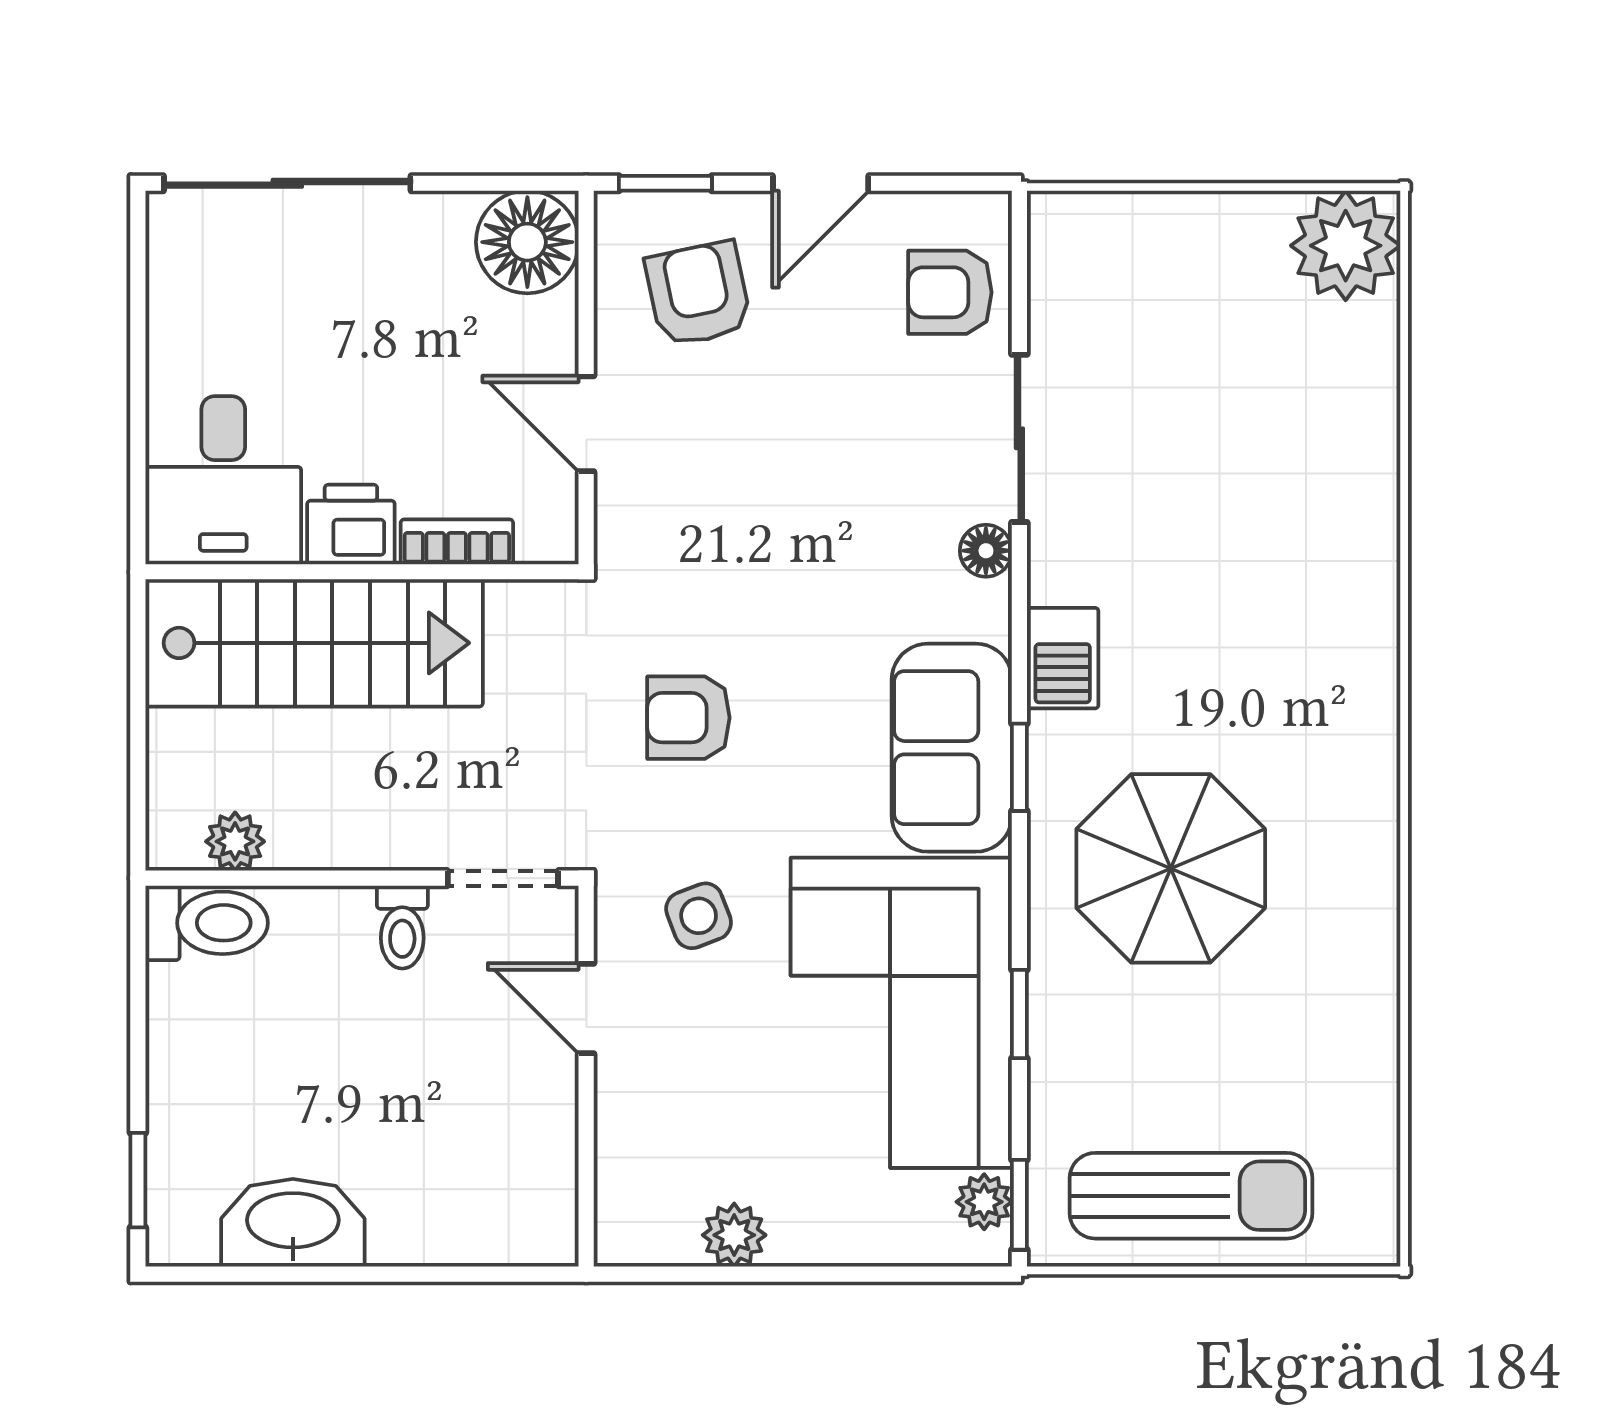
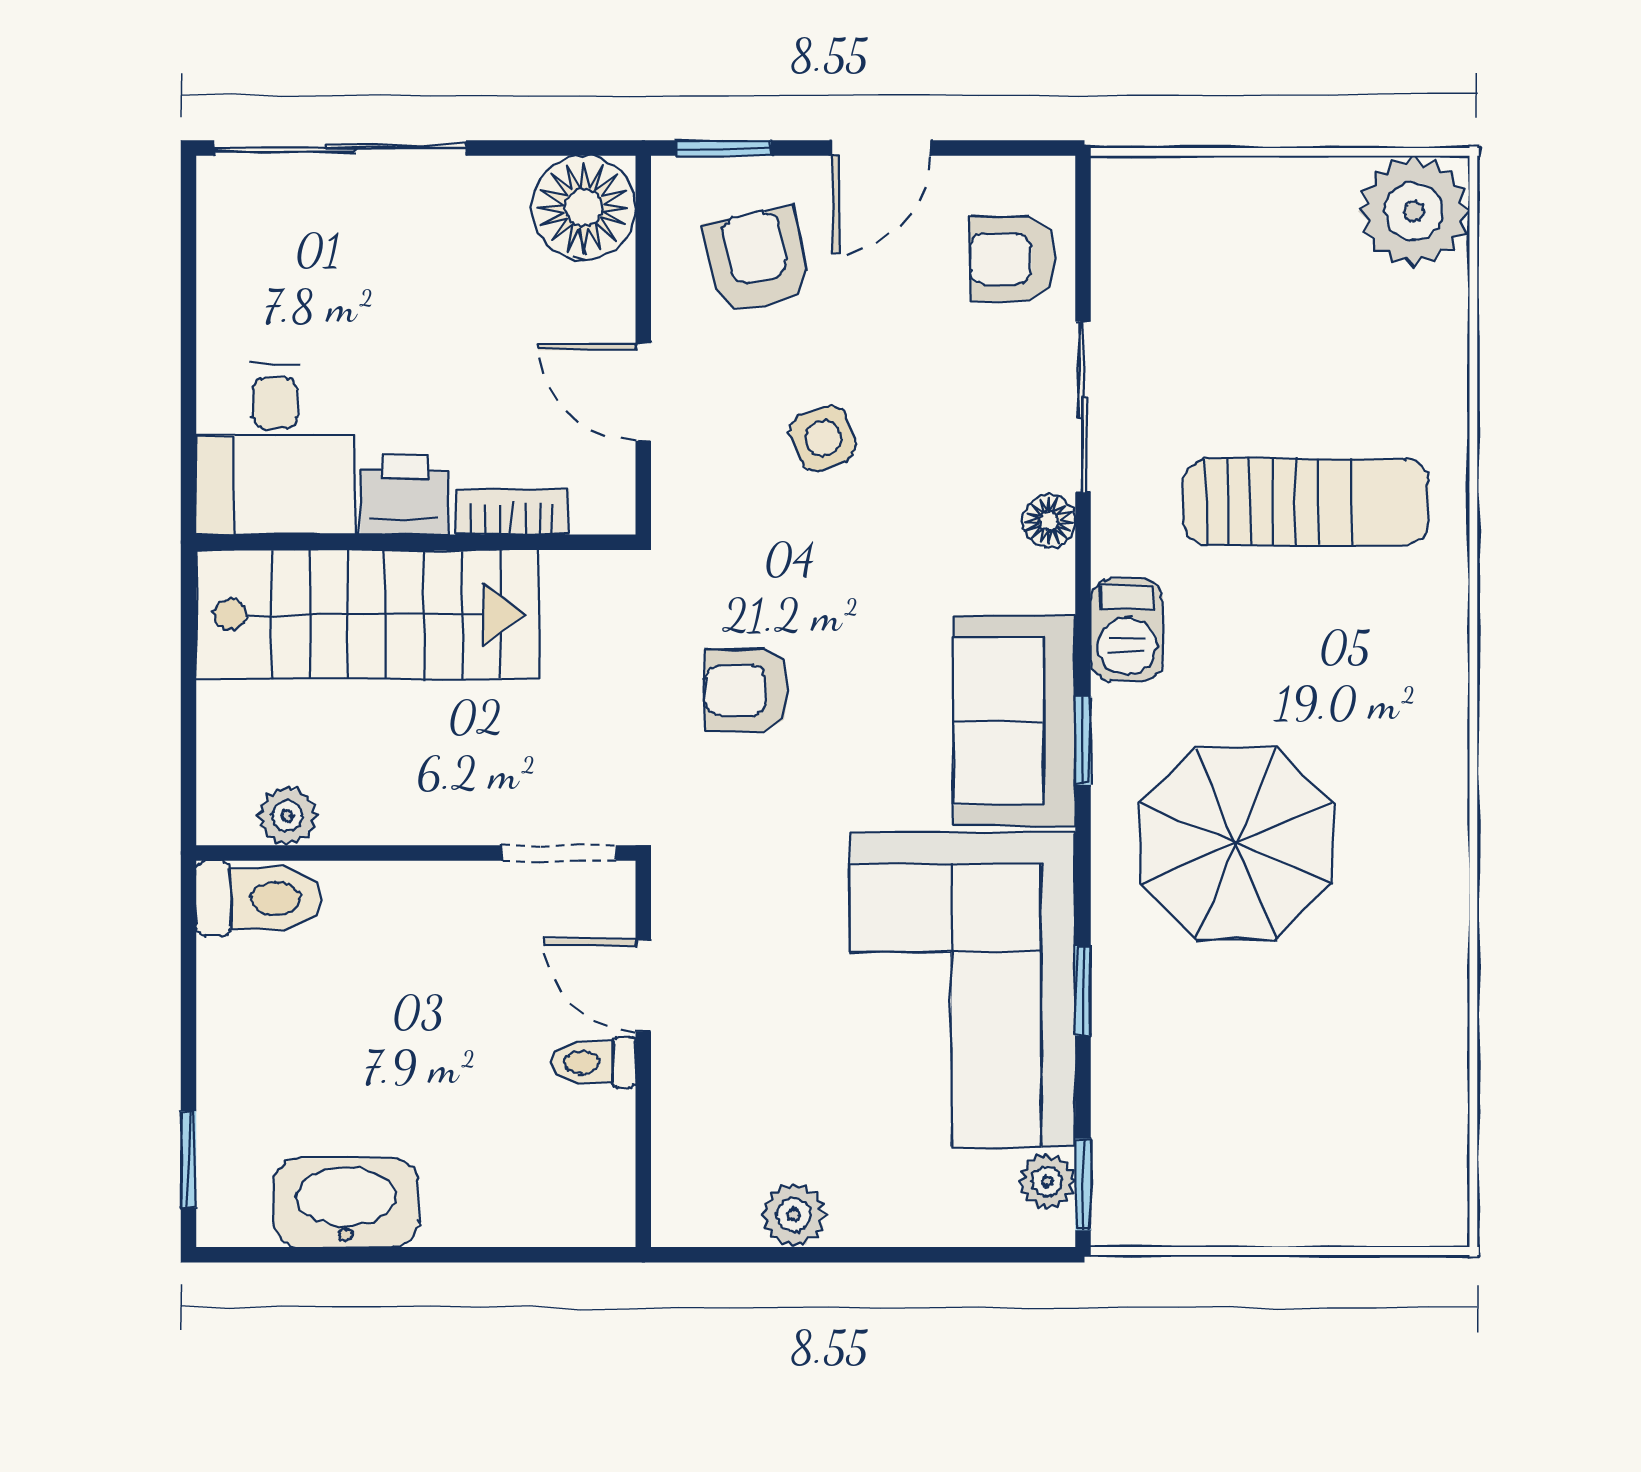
side table: (699, 916) -> (823, 438), moved
toilet: (402, 927) -> (594, 1062), moved, turned 90
sun lounger: (1191, 1196) -> (1306, 502), moved

